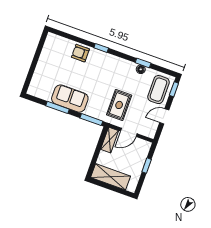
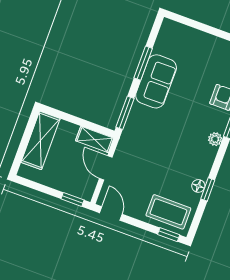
plant: (109, 58) -> (215, 139), added
rug: (119, 105) -> (146, 154), removed
door: (164, 116) -> (111, 213), moved
window: (147, 166) -> (72, 199), moved

